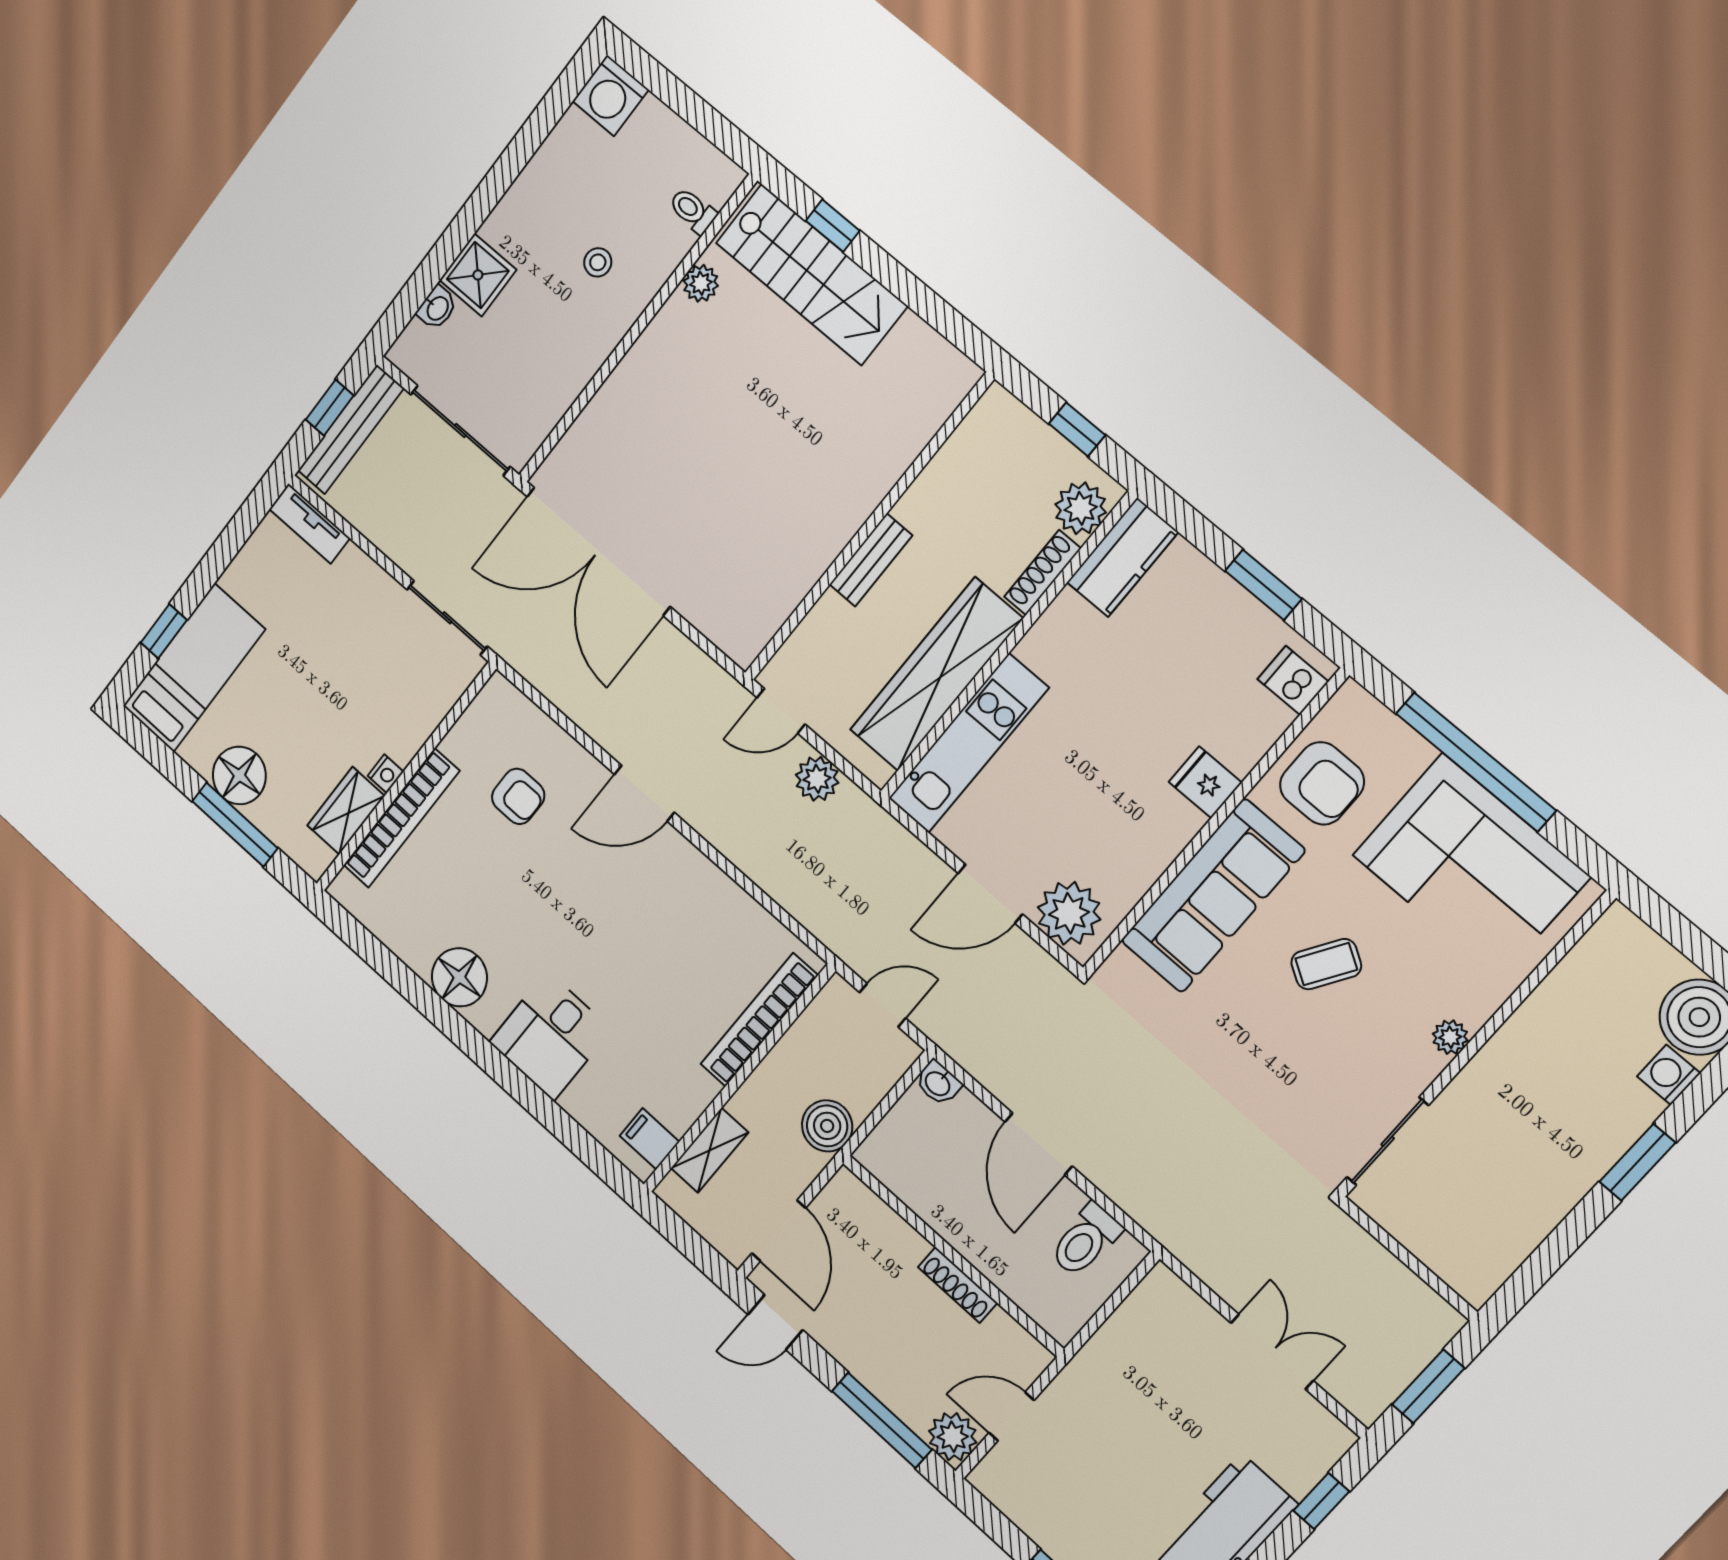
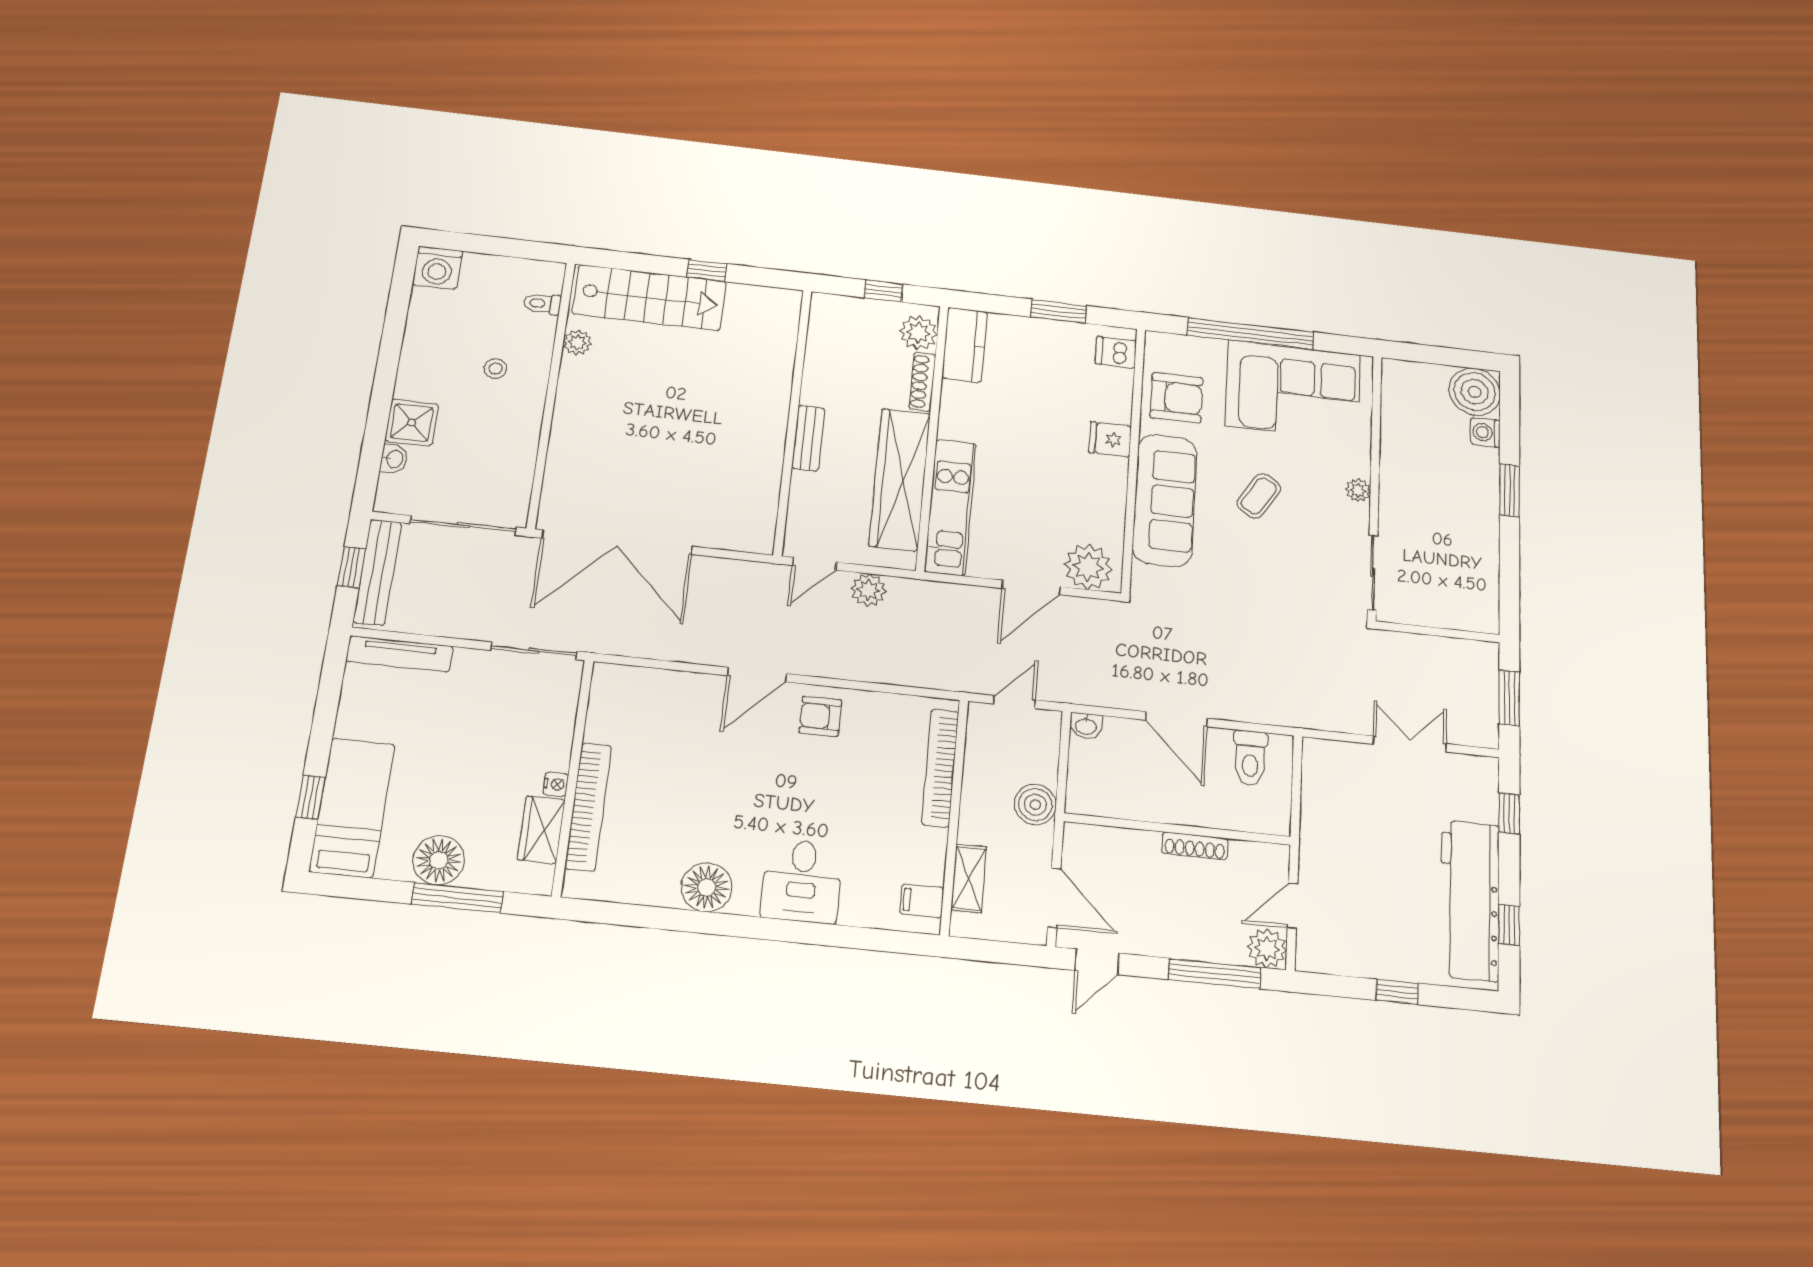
window: (833, 226) -> (707, 270), moved
tv unit: (310, 524) -> (400, 654), width x1.41
armchair: (518, 796) -> (820, 716), moved, turned 180

